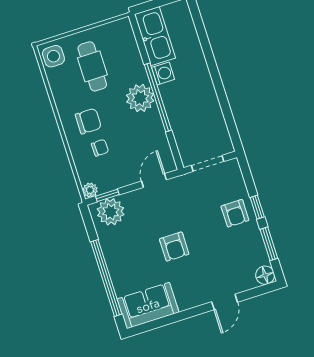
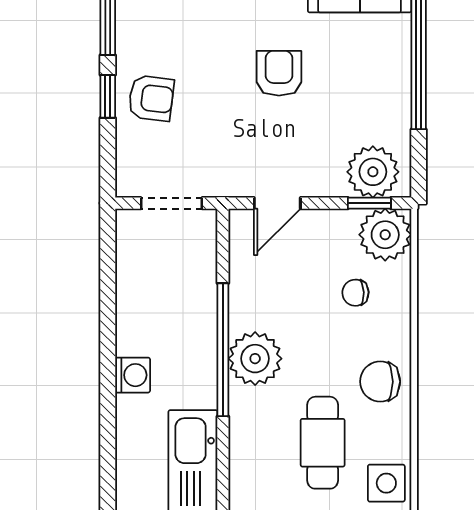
washing machine: (163, 73) -> (133, 375), moved, turned 180
chair: (88, 121) -> (380, 382), moved
plant: (90, 190) -> (385, 235), width x1.88, depth x1.88
armchair: (235, 213) -> (151, 98), turned 97

